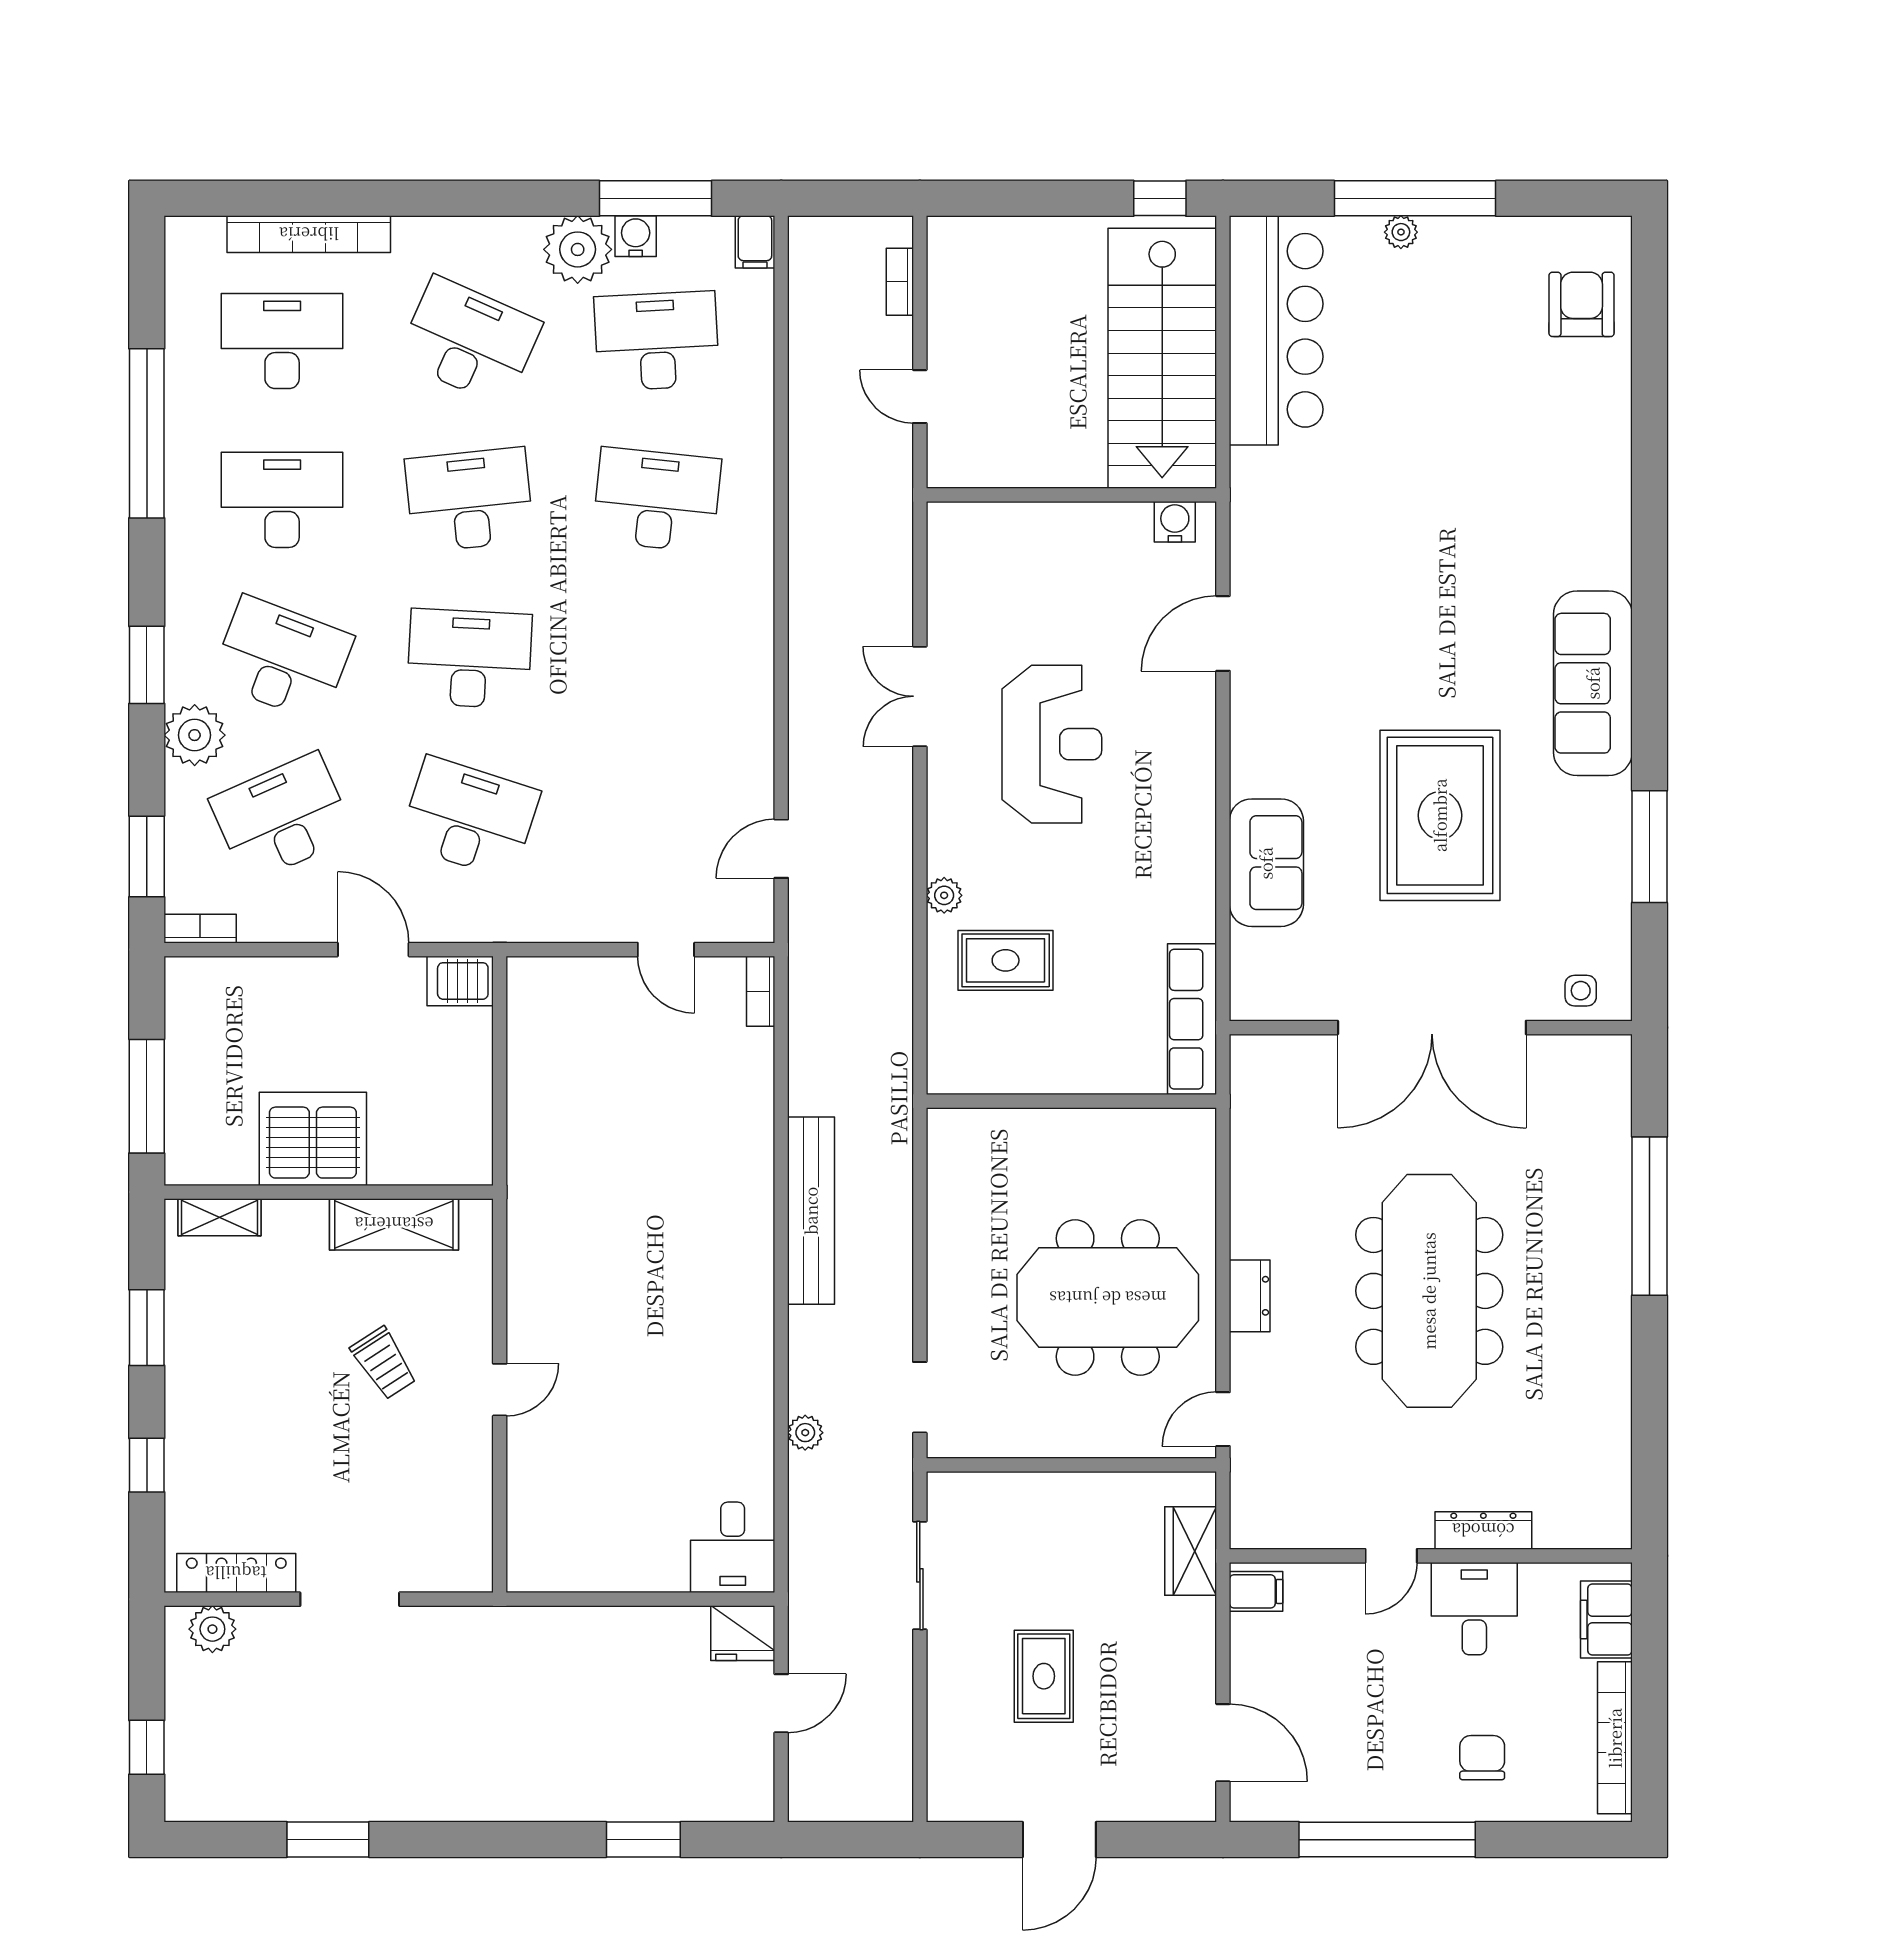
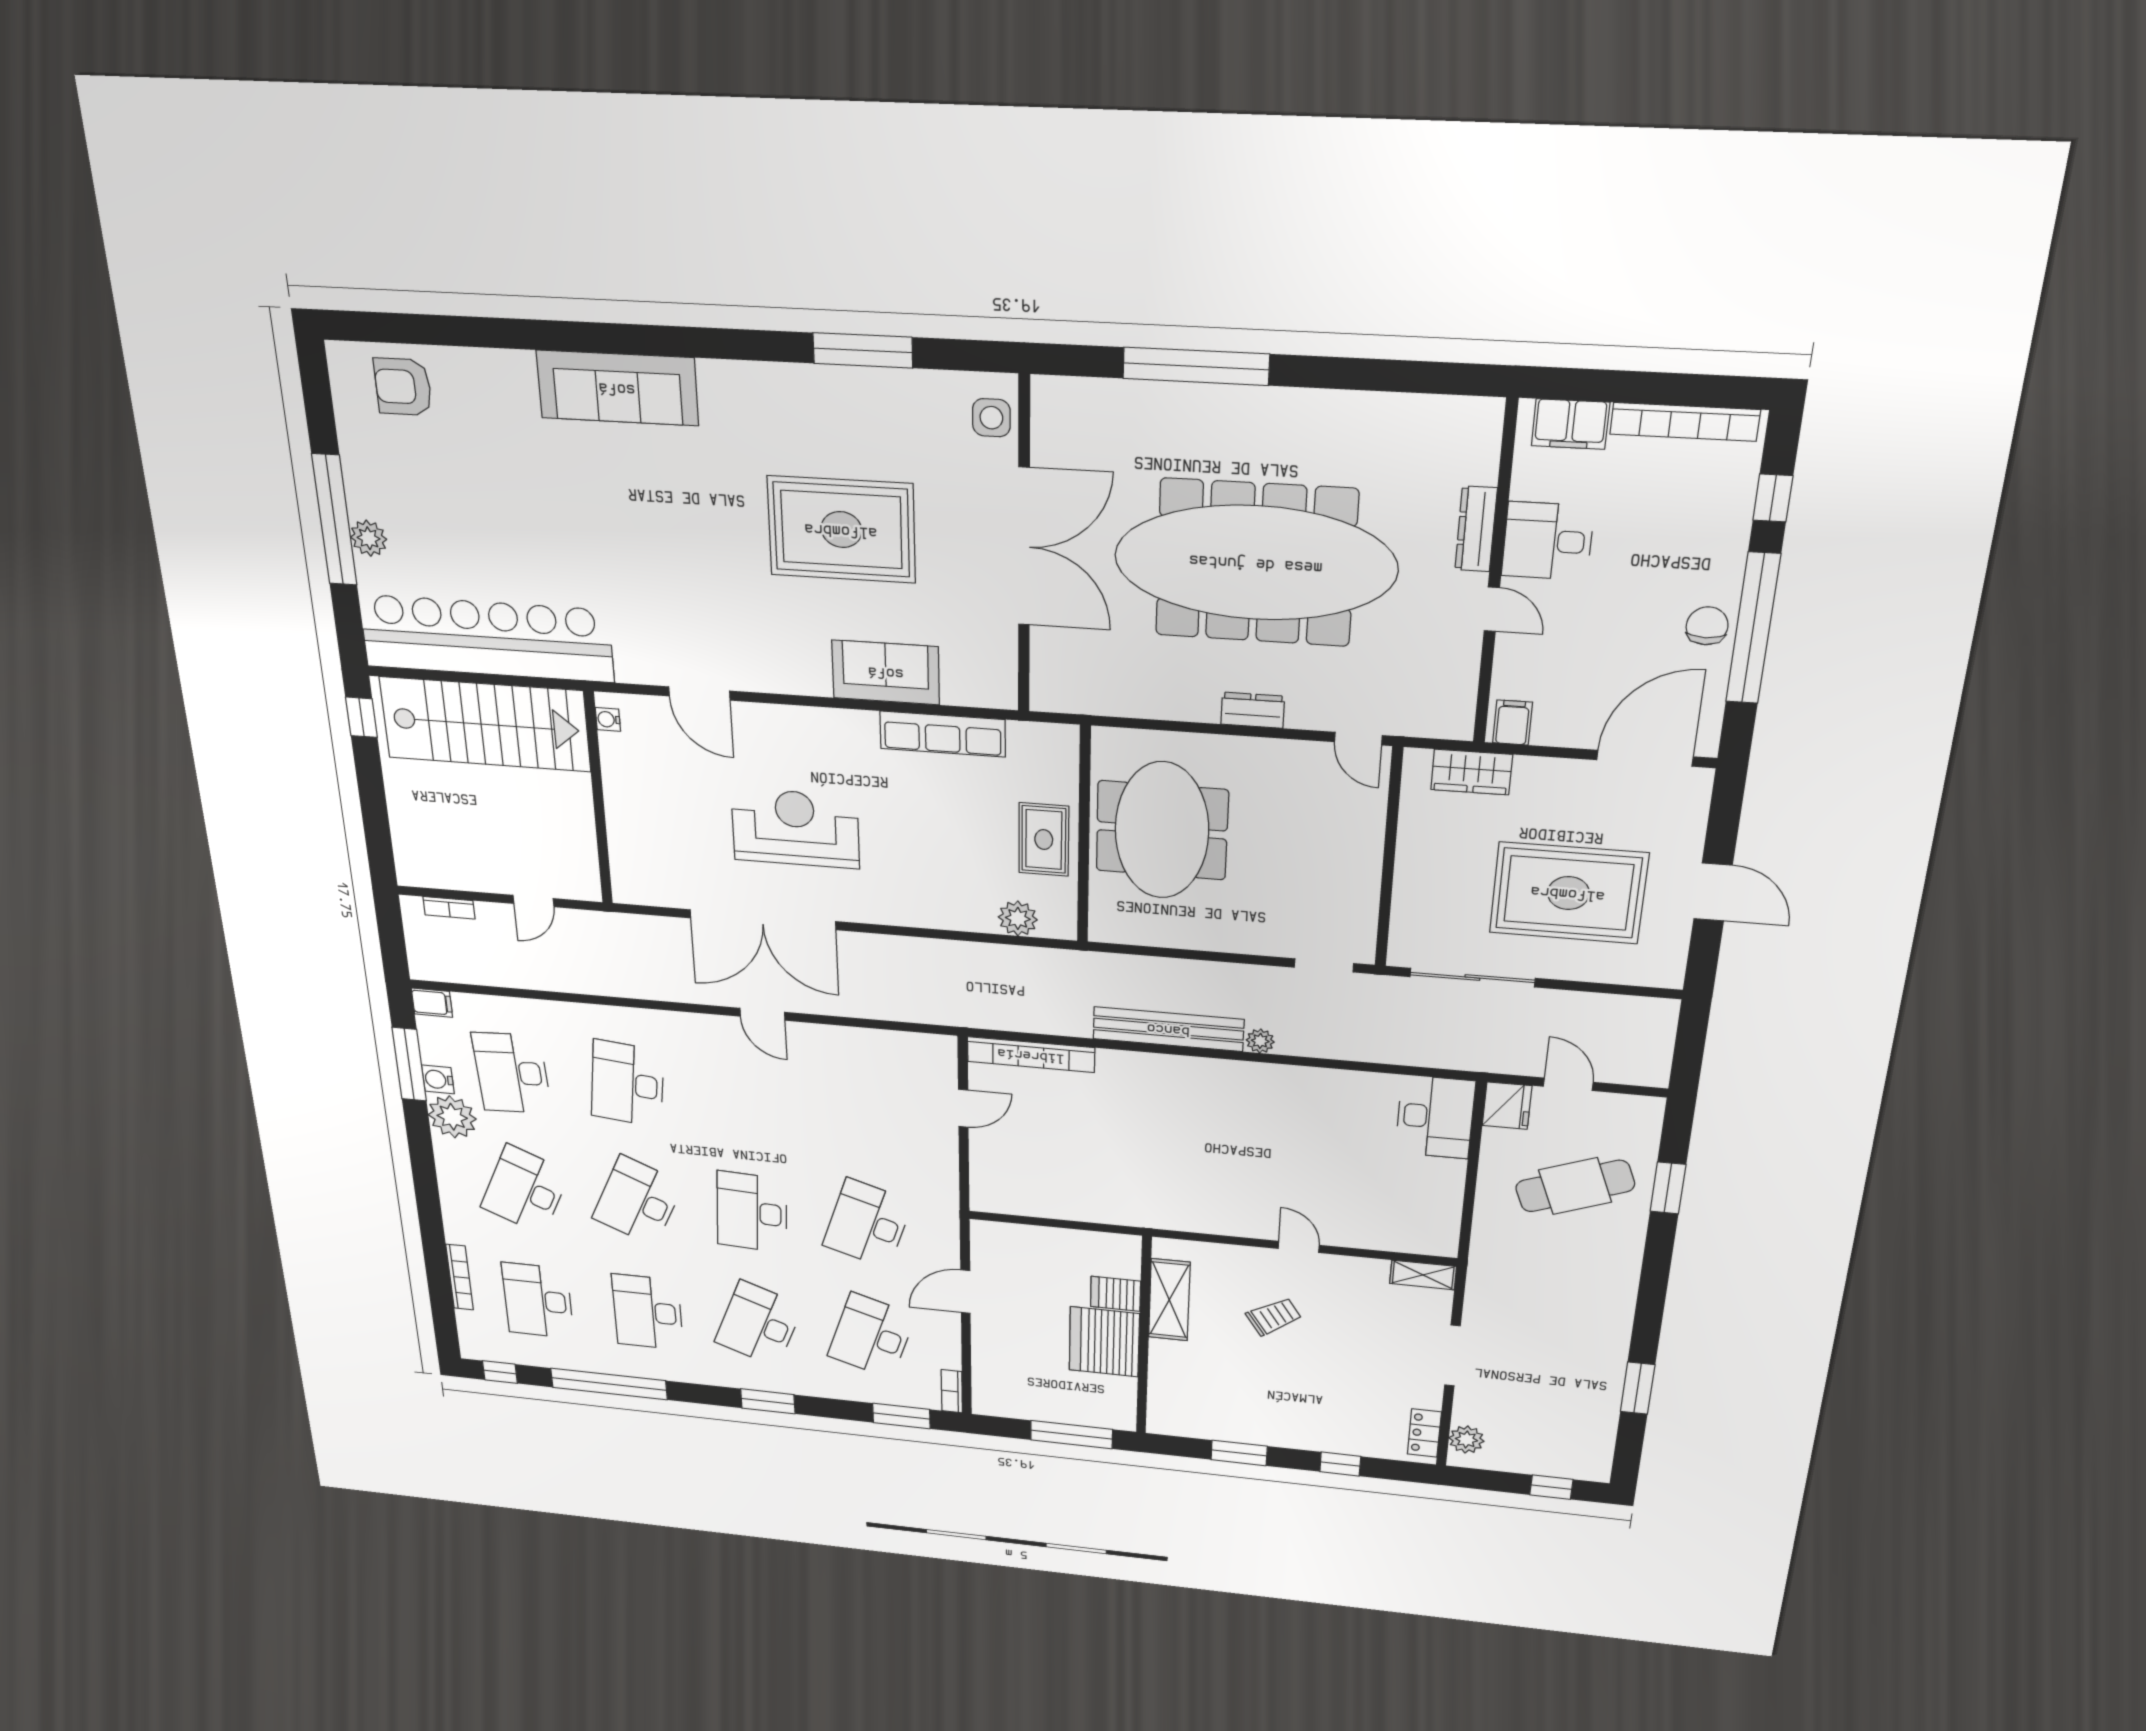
plant: (1401, 232) -> (369, 538), width x1.38, depth x1.38
bookcase: (309, 234) -> (460, 1277), width x0.68, depth x0.76
window: (147, 272) -> (500, 1372), added
bar counter: (1276, 330) -> (486, 638), width x1.36
desk: (469, 500) -> (638, 1201), turned 30
water cooler: (1175, 522) -> (608, 719), width x0.72, depth x0.72
sofa: (1593, 683) -> (617, 388), moved
double door: (920, 696) -> (763, 920), width x1.87
plant: (195, 735) -> (815, 1380), removed
desk: (282, 818) -> (871, 1336), turned 42
door: (781, 849) -> (762, 1014), moved
plant: (944, 895) -> (1018, 918), moved, width x1.38, depth x1.38
rug: (1006, 960) -> (1044, 839), moved
server rack: (460, 981) -> (1116, 1294), moved, turned 90
bookcase: (761, 991) -> (1031, 1055), width x2.31, depth x1.31
side table: (1581, 991) -> (991, 418), width x1.37, depth x1.37
row of seats: (1192, 1019) -> (943, 734), moved
shelving: (220, 1217) -> (1423, 1275), moved, turned 90
meeting table: (1429, 1291) -> (1256, 563), width x1.36, depth x1.27
meeting table: (1108, 1298) -> (1162, 830), moved
plant: (805, 1433) -> (1260, 1041), moved
desk: (733, 1547) -> (1435, 1117), width x1.37
locker: (236, 1573) -> (1424, 1433), width x0.66
sliding door: (920, 1575) -> (1472, 978), width x1.37
rug: (1044, 1676) -> (1568, 893), width x1.86, depth x2.06
cafe table: (633, 1727) -> (1575, 1186), added
door: (1223, 1743) -> (1645, 758), width x1.36
chair: (1482, 1758) -> (1707, 626), moved, turned 90
window: (1537, 1840) -> (1773, 498), added

